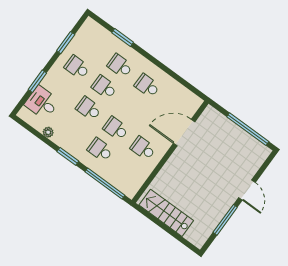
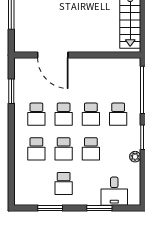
window: (123, 38) -> (11, 91), moved
plant: (48, 132) -> (135, 157), moved
school desk: (143, 148) -> (64, 114), moved

